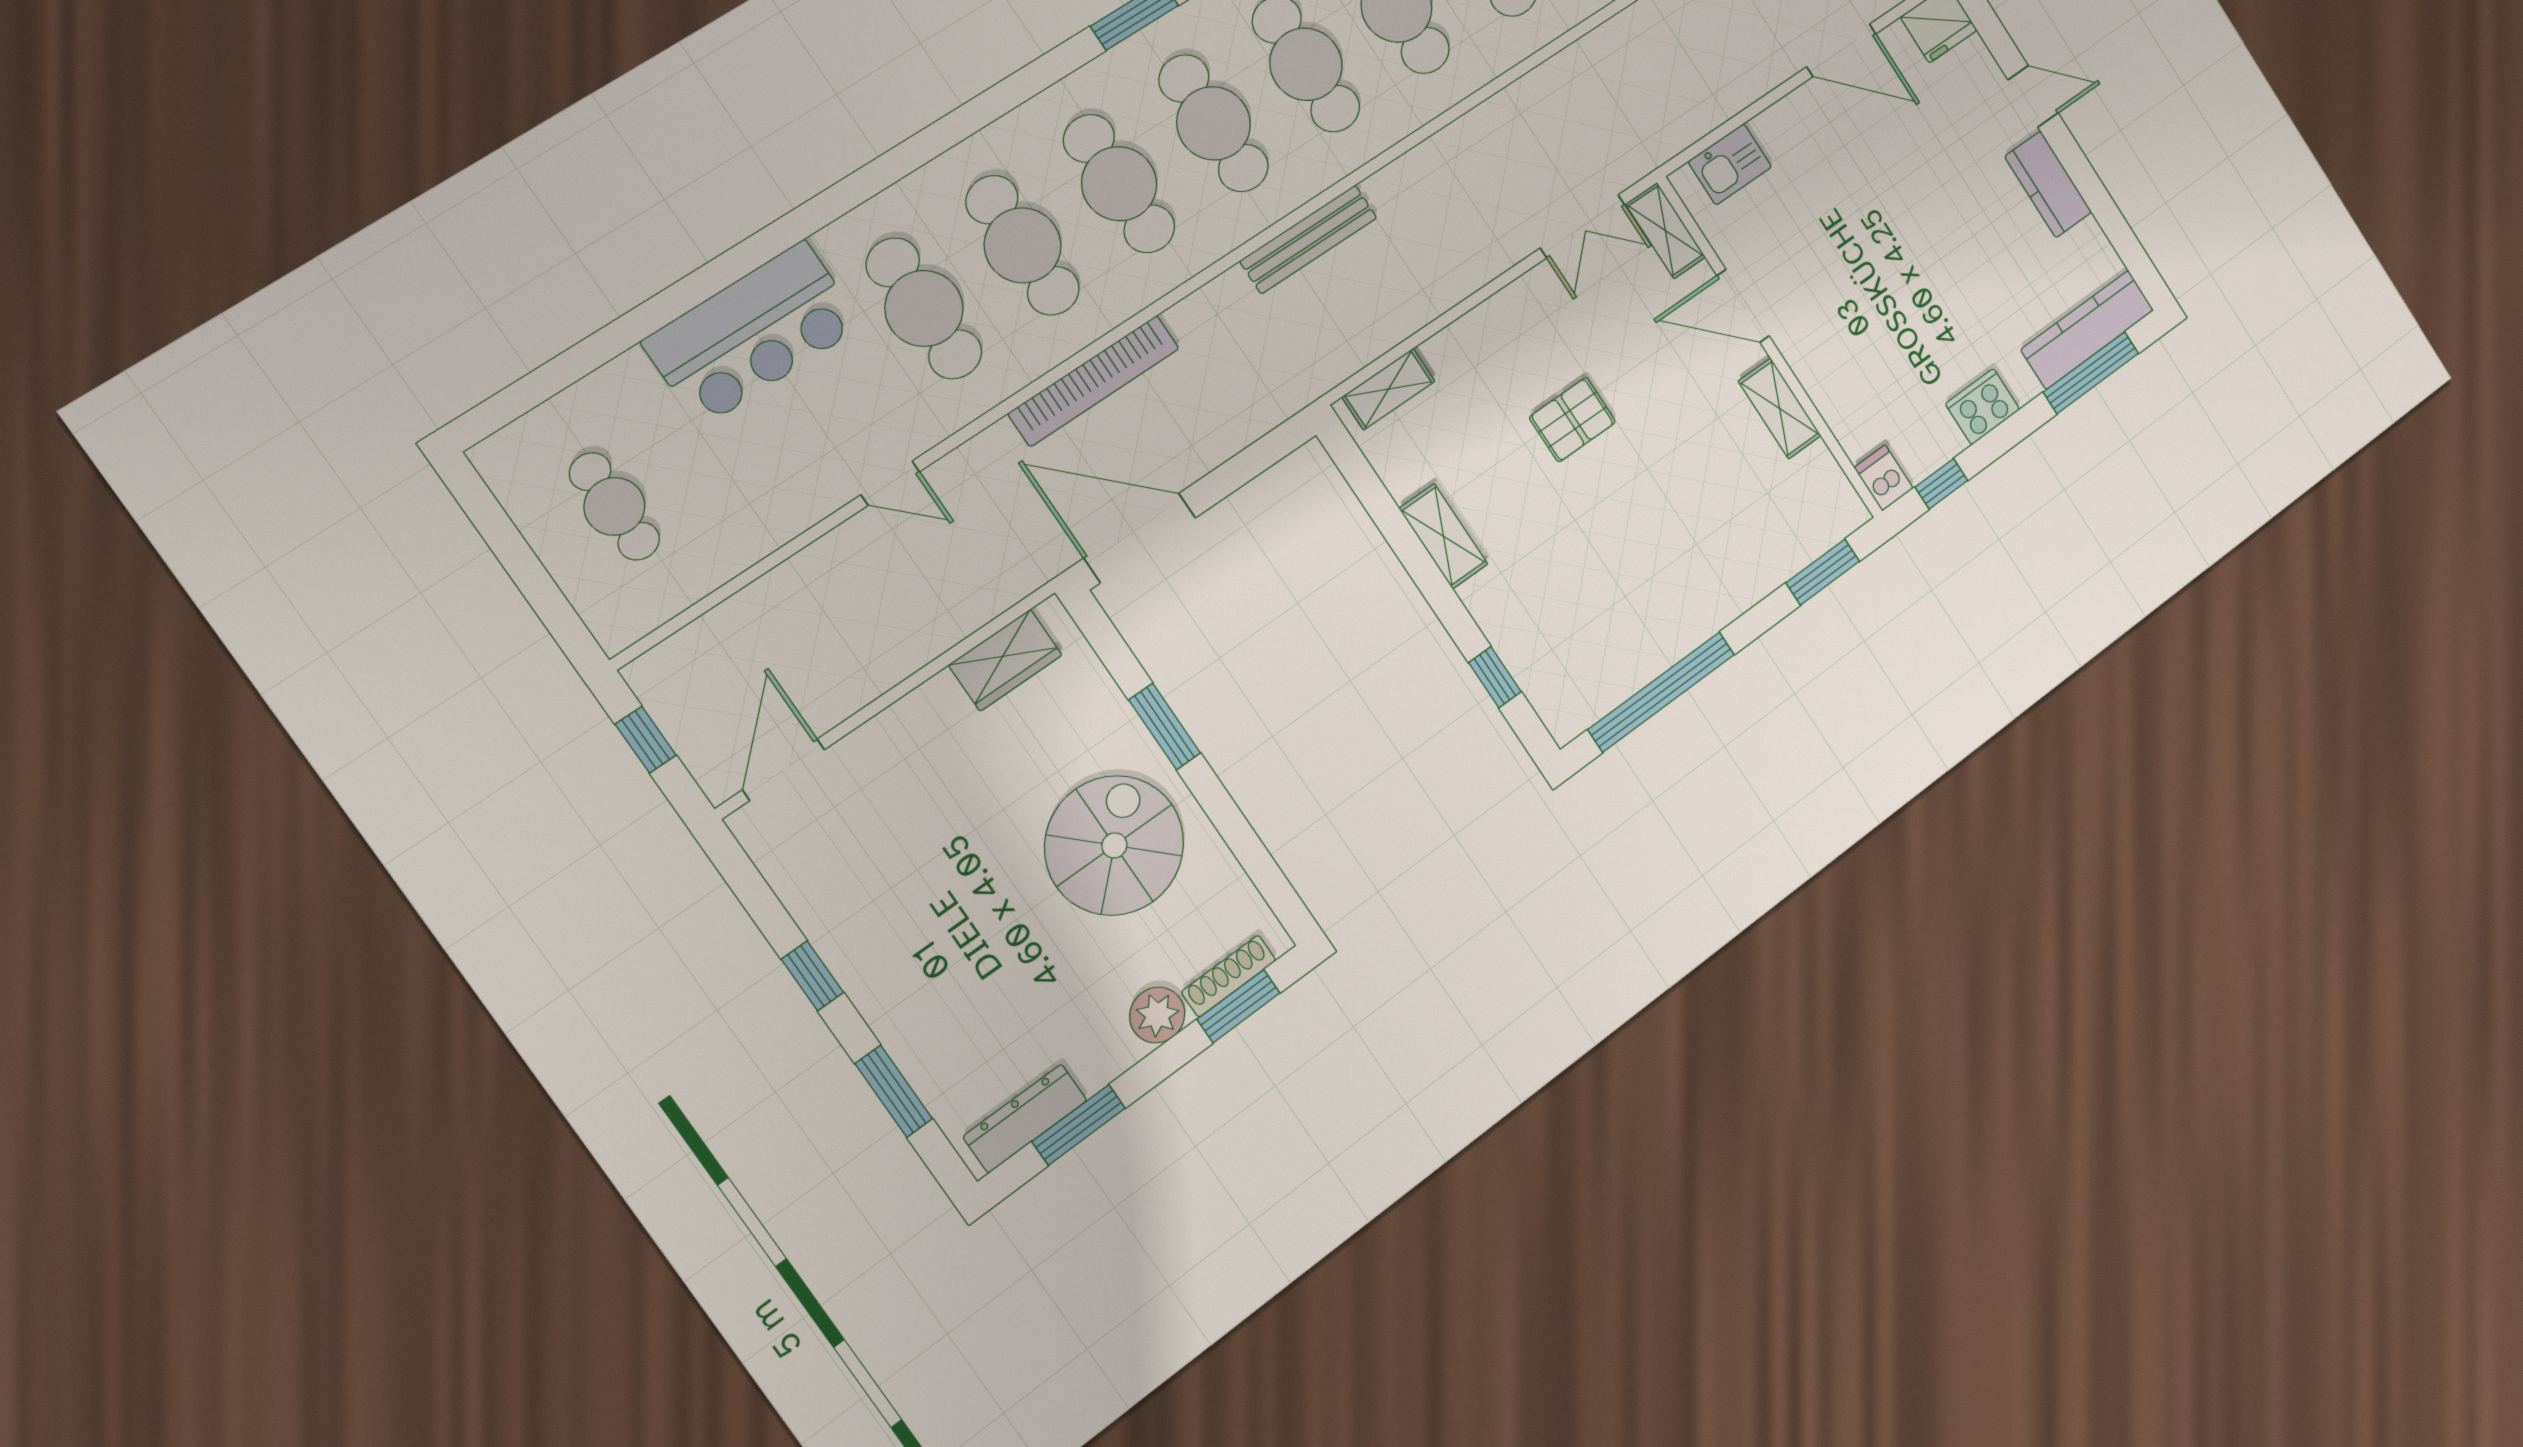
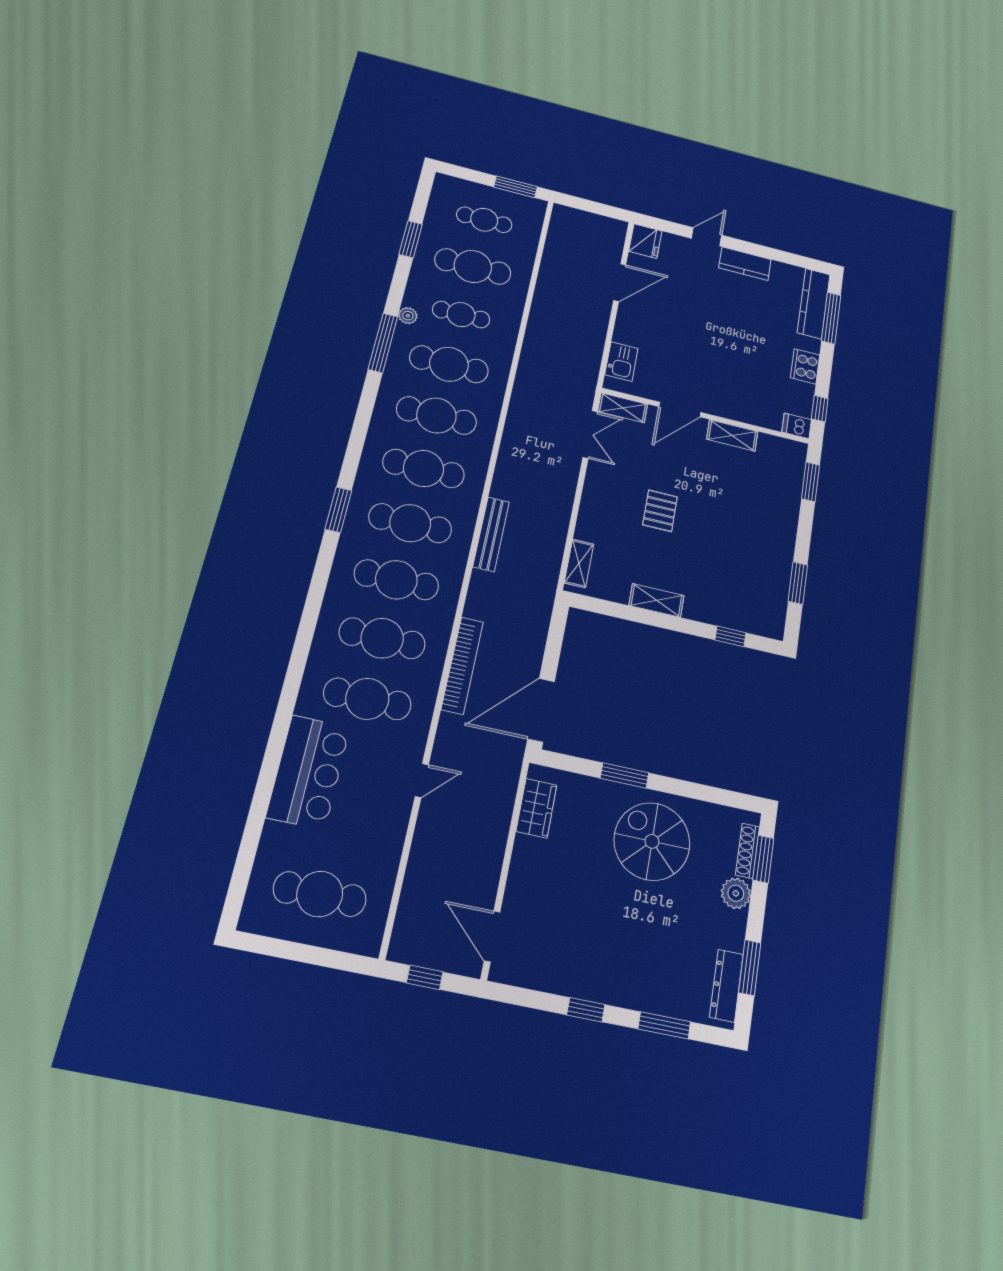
cafe table: (614, 506) -> (320, 894), width x1.37, depth x1.35
window: (1661, 692) -> (798, 583), width x0.47

